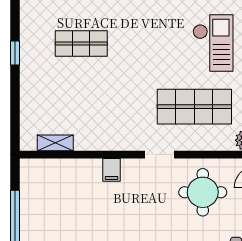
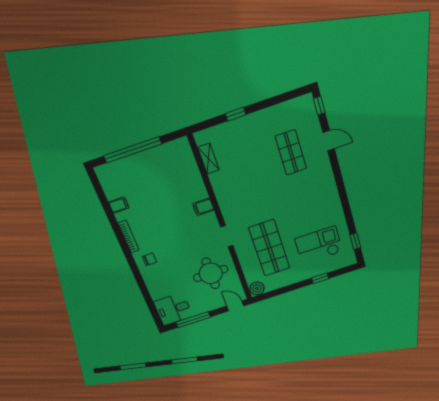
checkout: (213, 43) -> (319, 245), turned 180
window: (15, 53) -> (236, 114), moved

